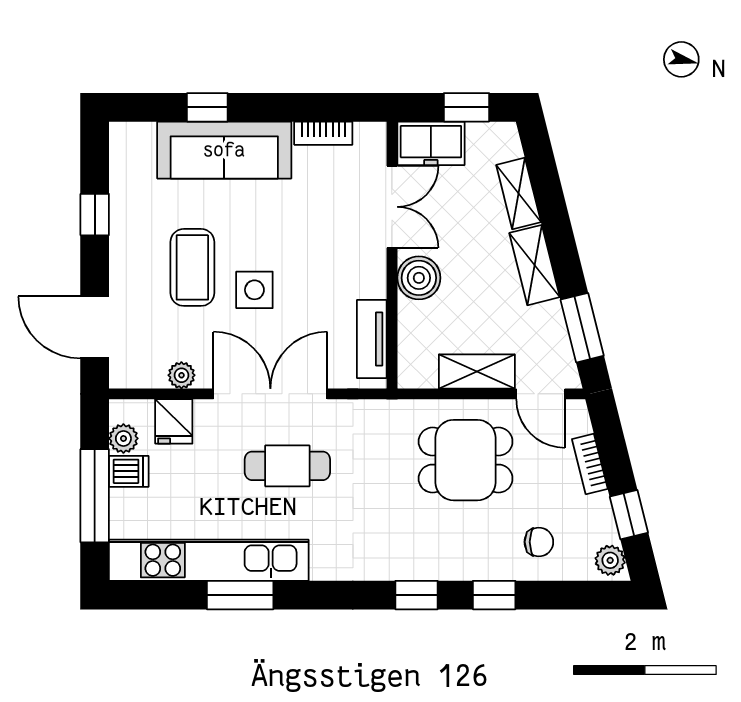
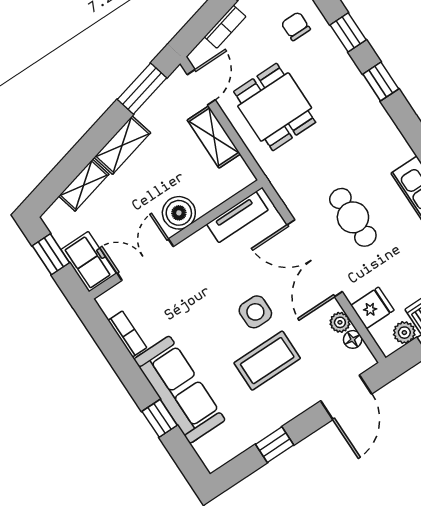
floor lamp: (153, 377) -> (353, 339), added

